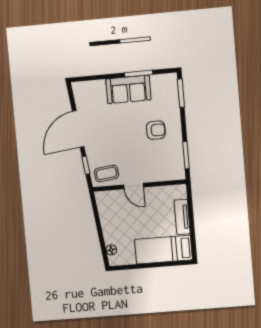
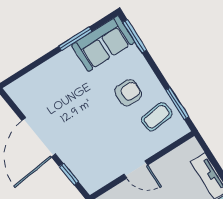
sofa: (128, 89) -> (103, 44), moved
coffee table: (106, 173) -> (157, 117), moved

